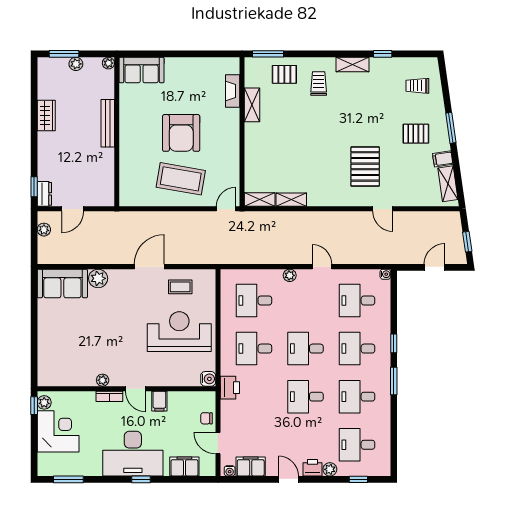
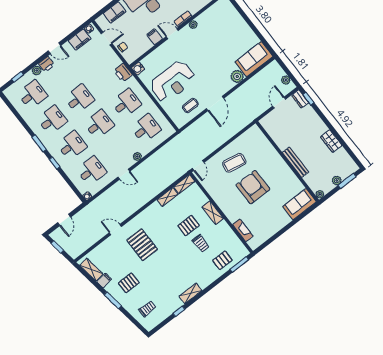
trolley: (319, 84) -> (201, 243), moved
shelving: (252, 105) -> (213, 213), moved
pallet: (293, 147) -> (189, 226), added
coffee table: (181, 179) -> (234, 163), width x0.73, depth x0.76

